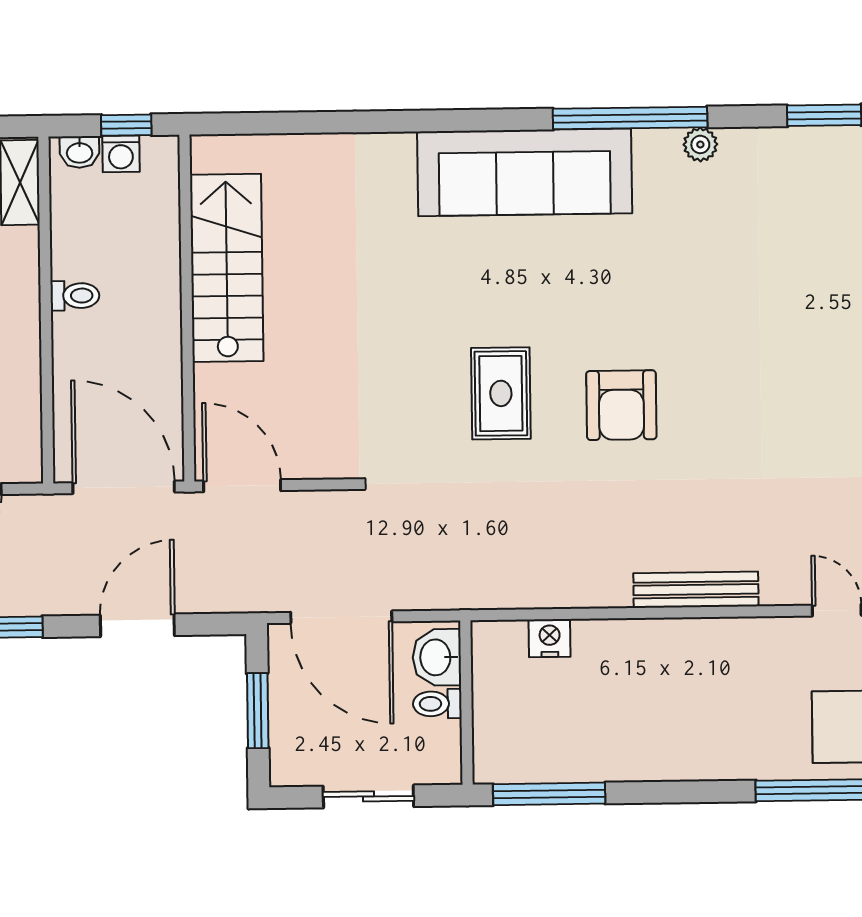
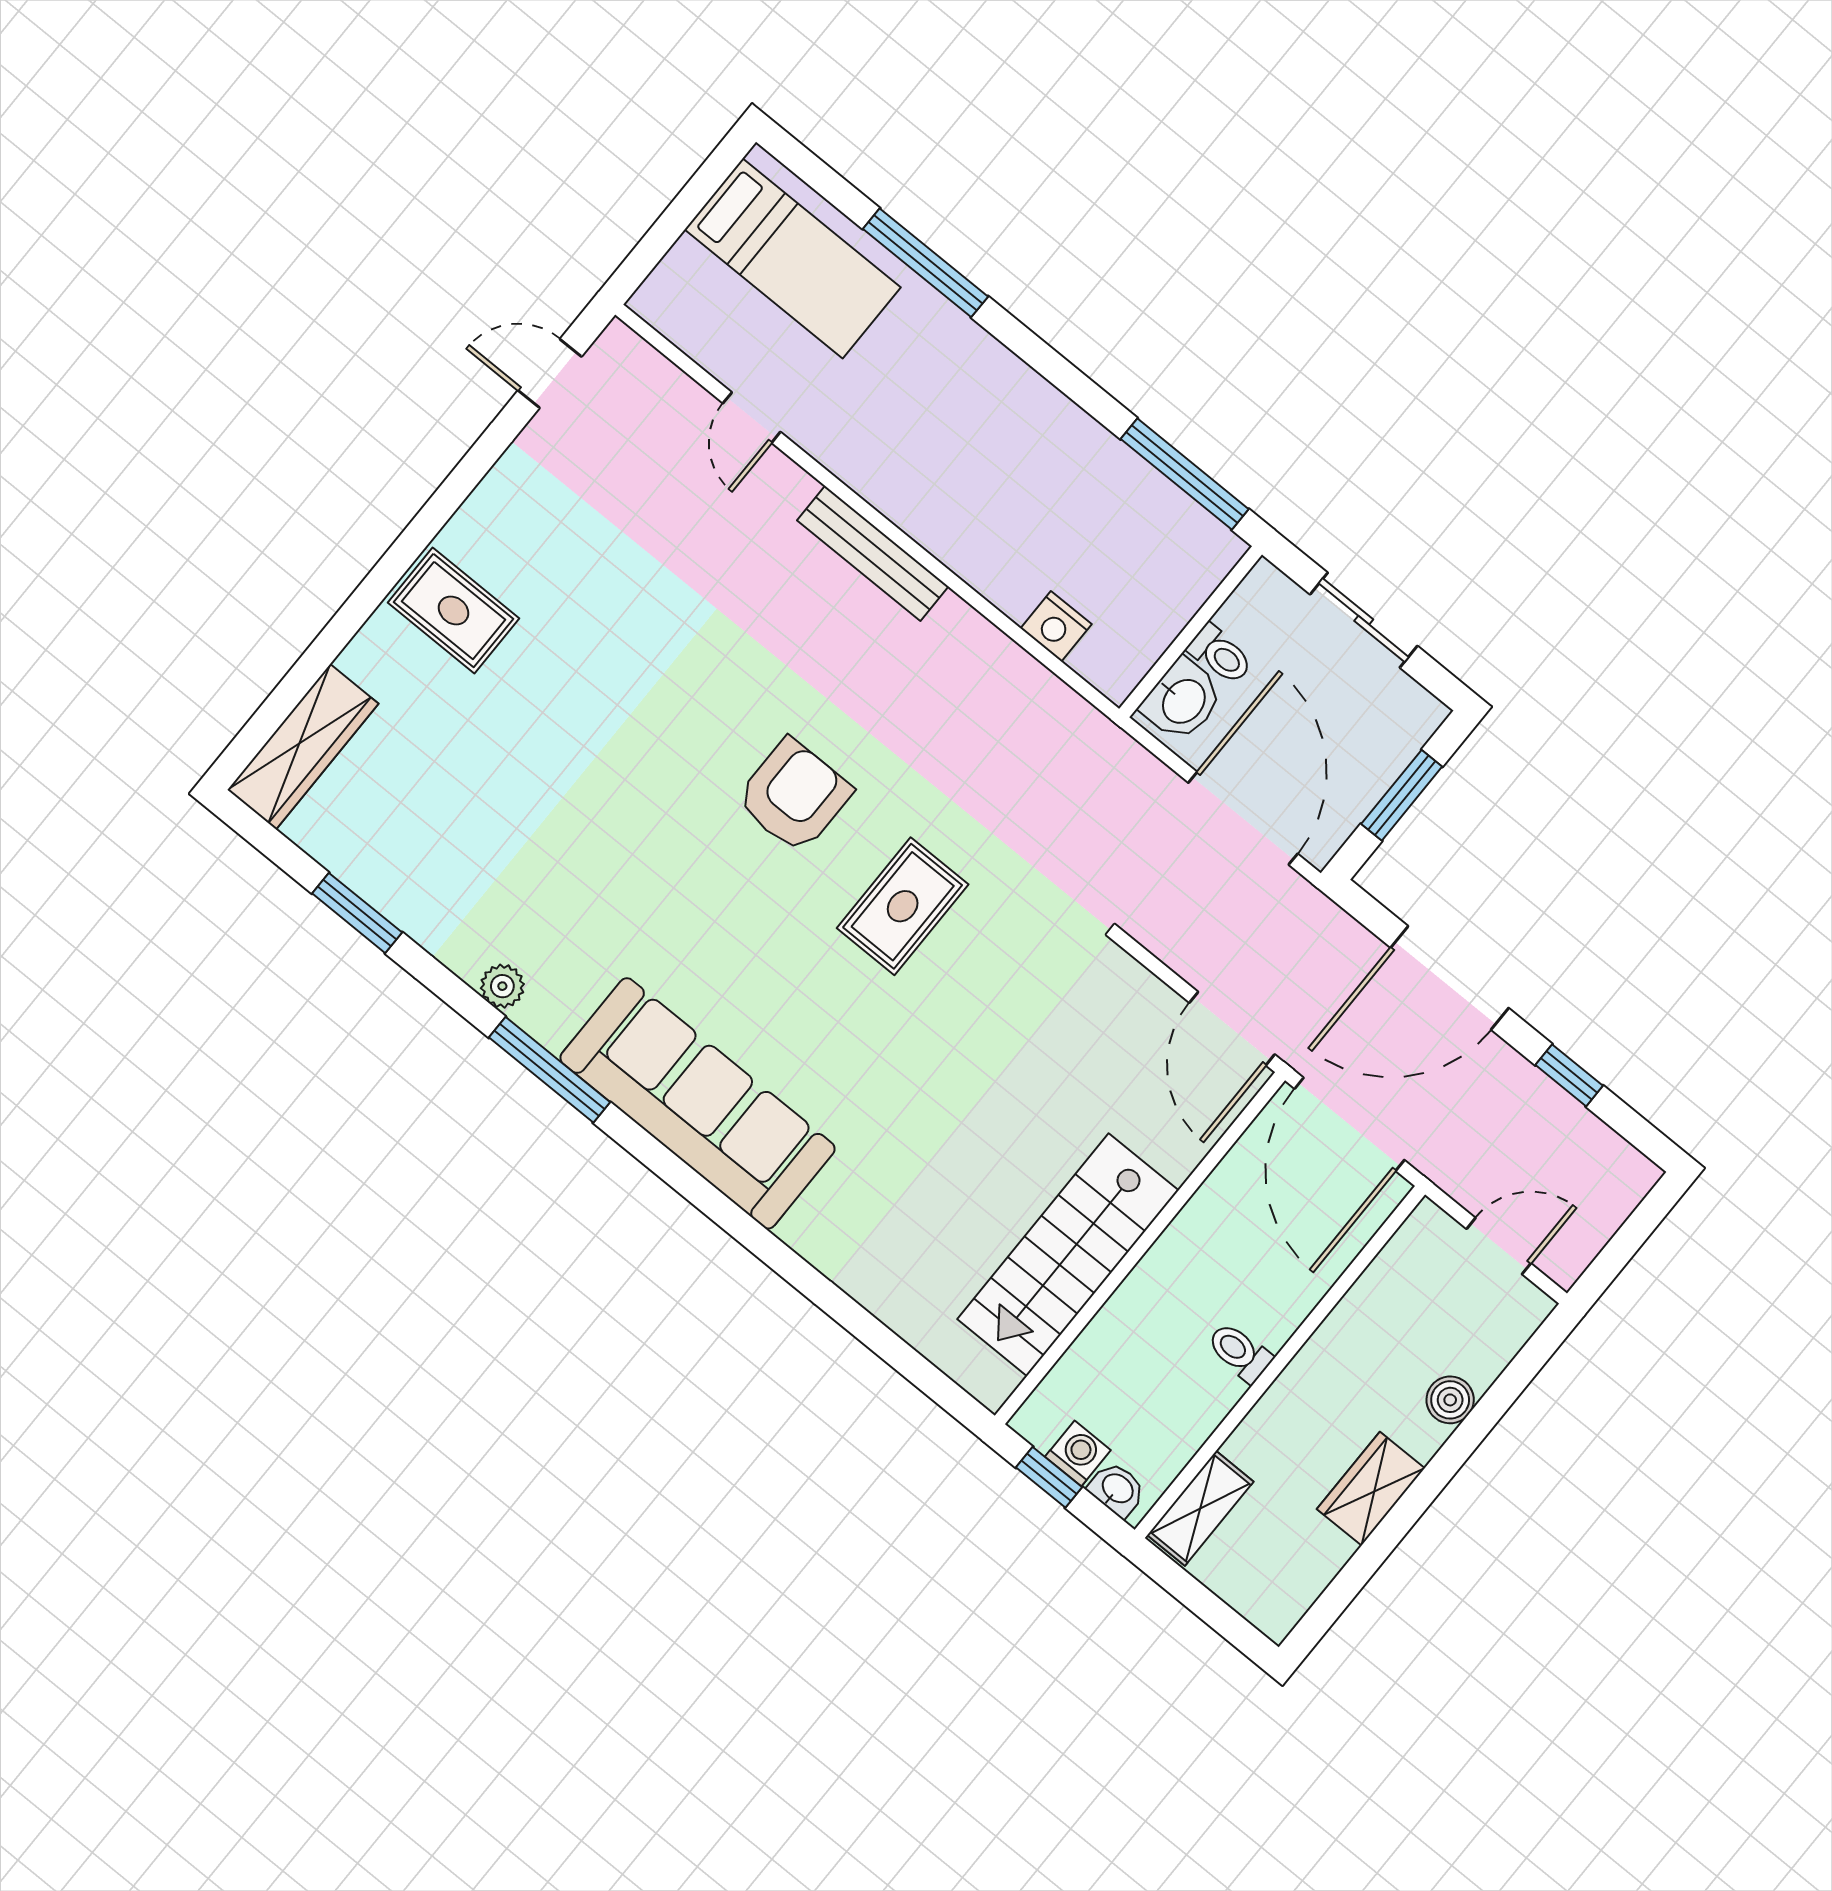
window: (630, 118) -> (549, 1070), width x0.68
door: (137, 625) -> (1450, 978), width x1.36

